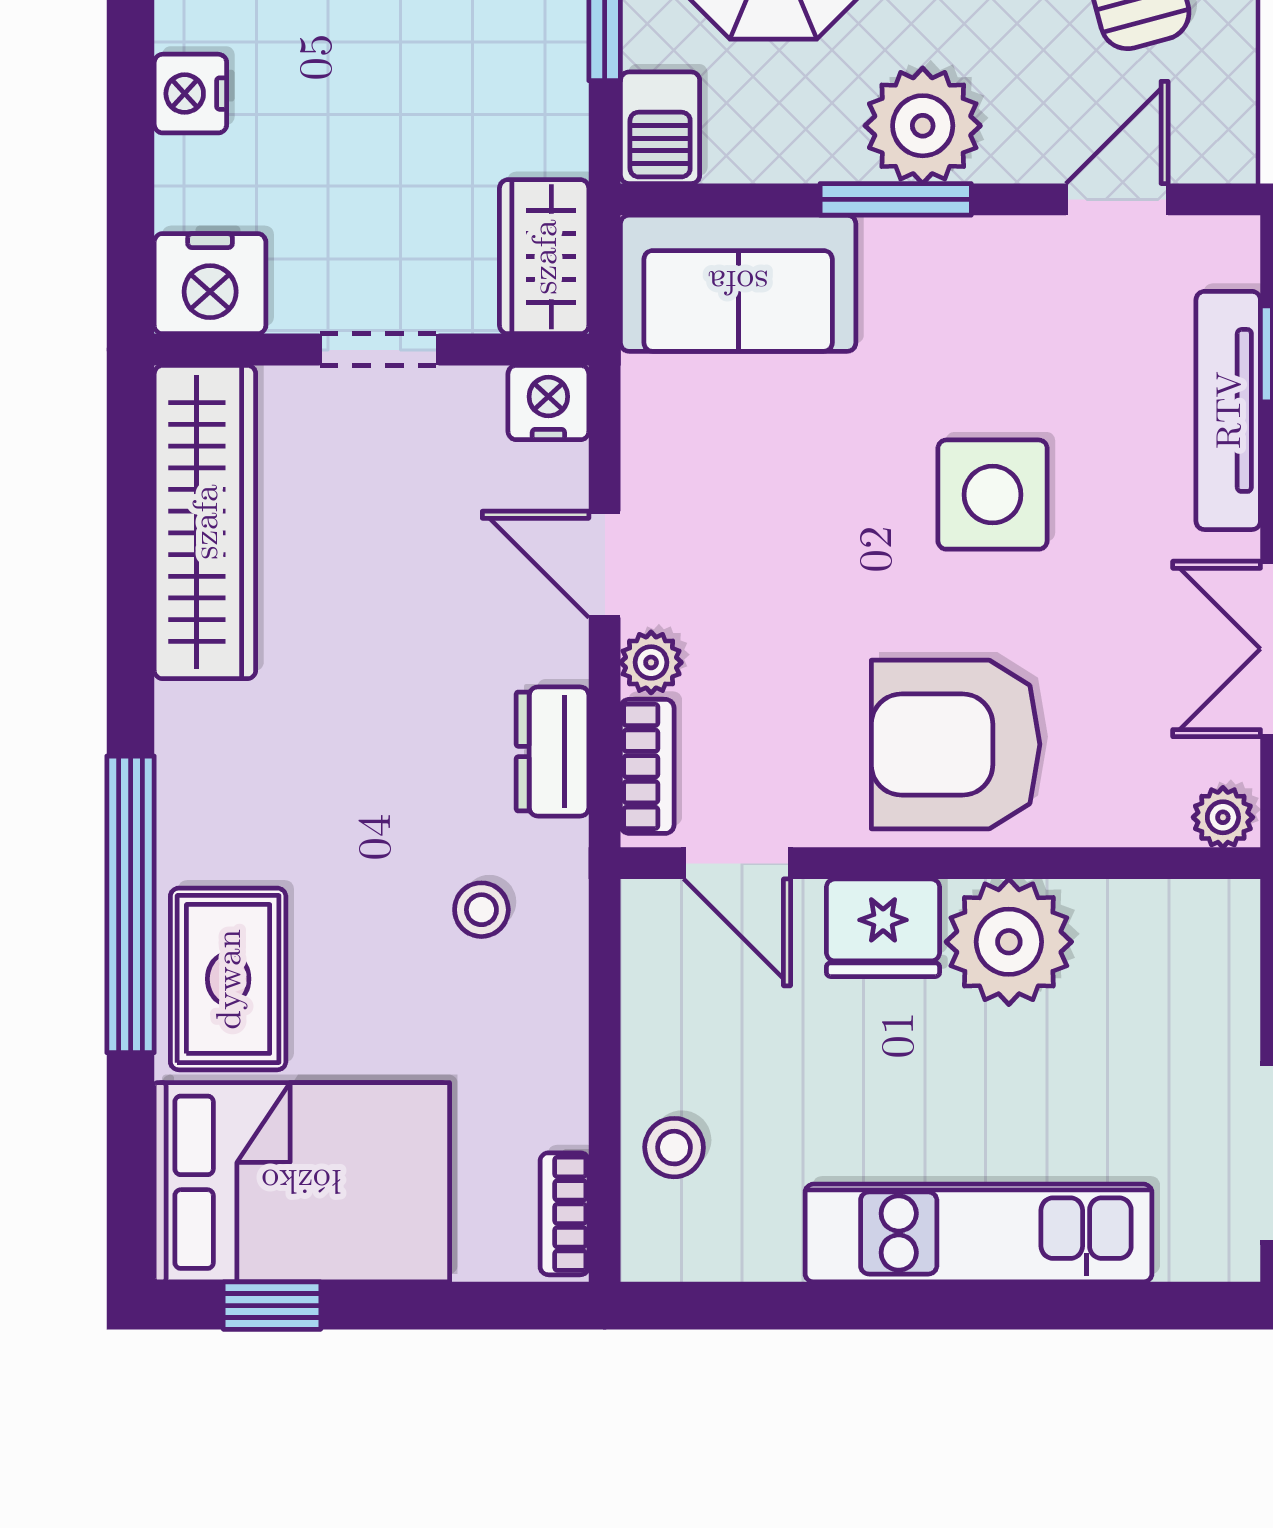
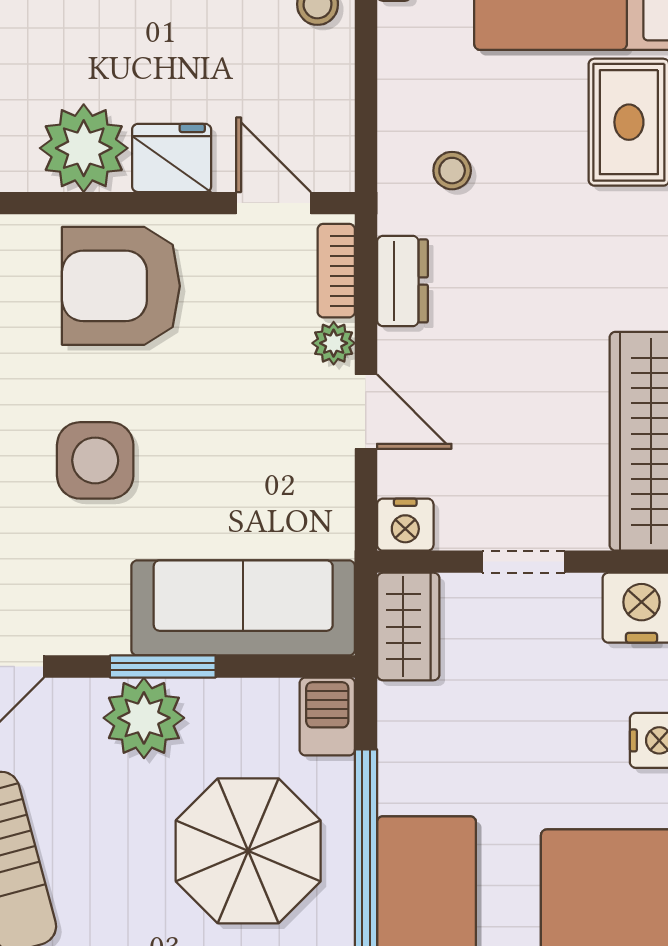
sofa: (738, 283) -> (243, 608), width x1.36
armchair: (956, 744) -> (121, 286), turned 180

